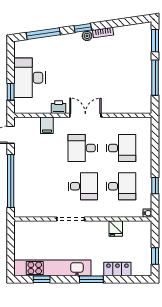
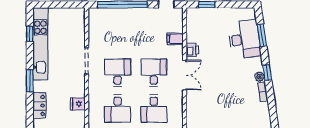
window: (43, 34) -> (262, 35), width x0.69
desk: (30, 78) -> (244, 39), moved, turned 82
desk: (83, 186) -> (118, 73), turned 180

